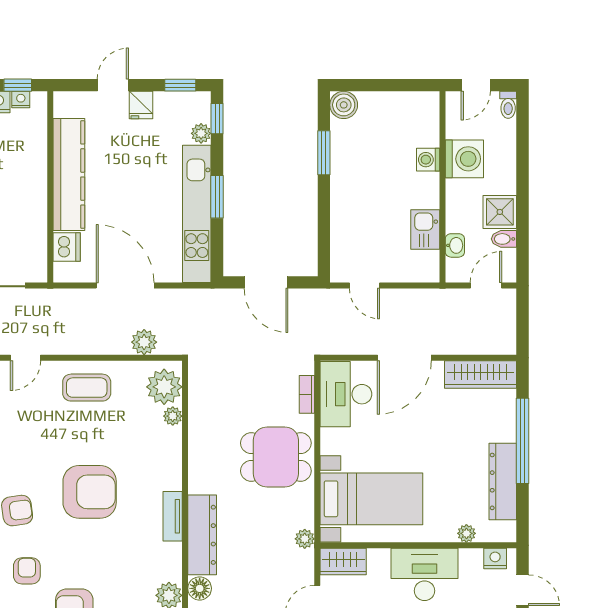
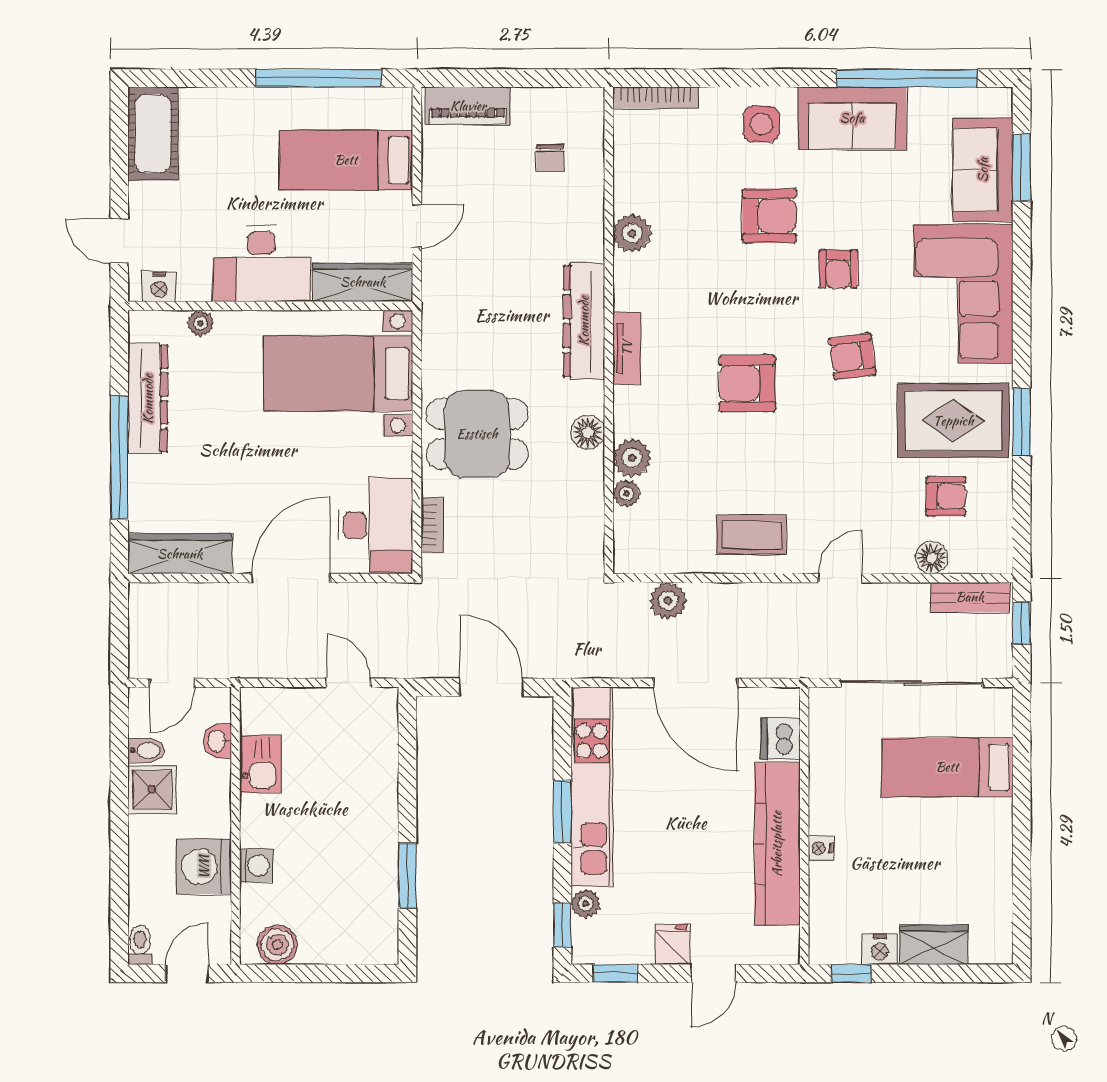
nightstand: (21, 100) -> (821, 848), moved, turned 90
boiler: (344, 105) -> (277, 945), moved
plant: (164, 387) -> (632, 458), moved, width x0.73, depth x0.73
armchair: (90, 492) -> (747, 383), width x0.73, depth x0.73
plant: (305, 539) -> (435, 315), removed
wardrobe: (343, 562) -> (363, 282), width x1.50
floor lamp: (200, 588) -> (588, 432), moved

